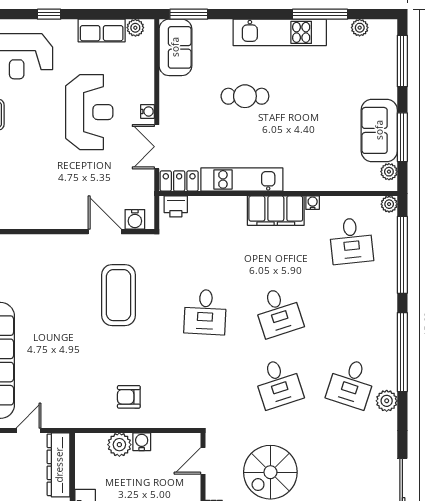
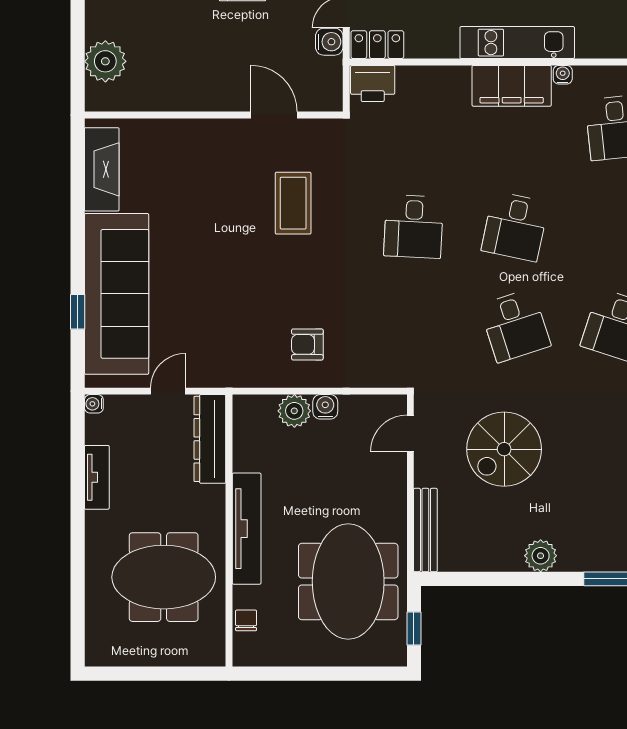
kitchen unit: (242, 179) -> (517, 43), moved
printer: (176, 206) -> (373, 83), width x1.36, depth x1.24
water cooler: (135, 219) -> (329, 42), moved, turned -90
coffee table: (119, 295) -> (293, 203), width x0.73, depth x0.76
desk: (278, 312) -> (515, 227), turned 30

